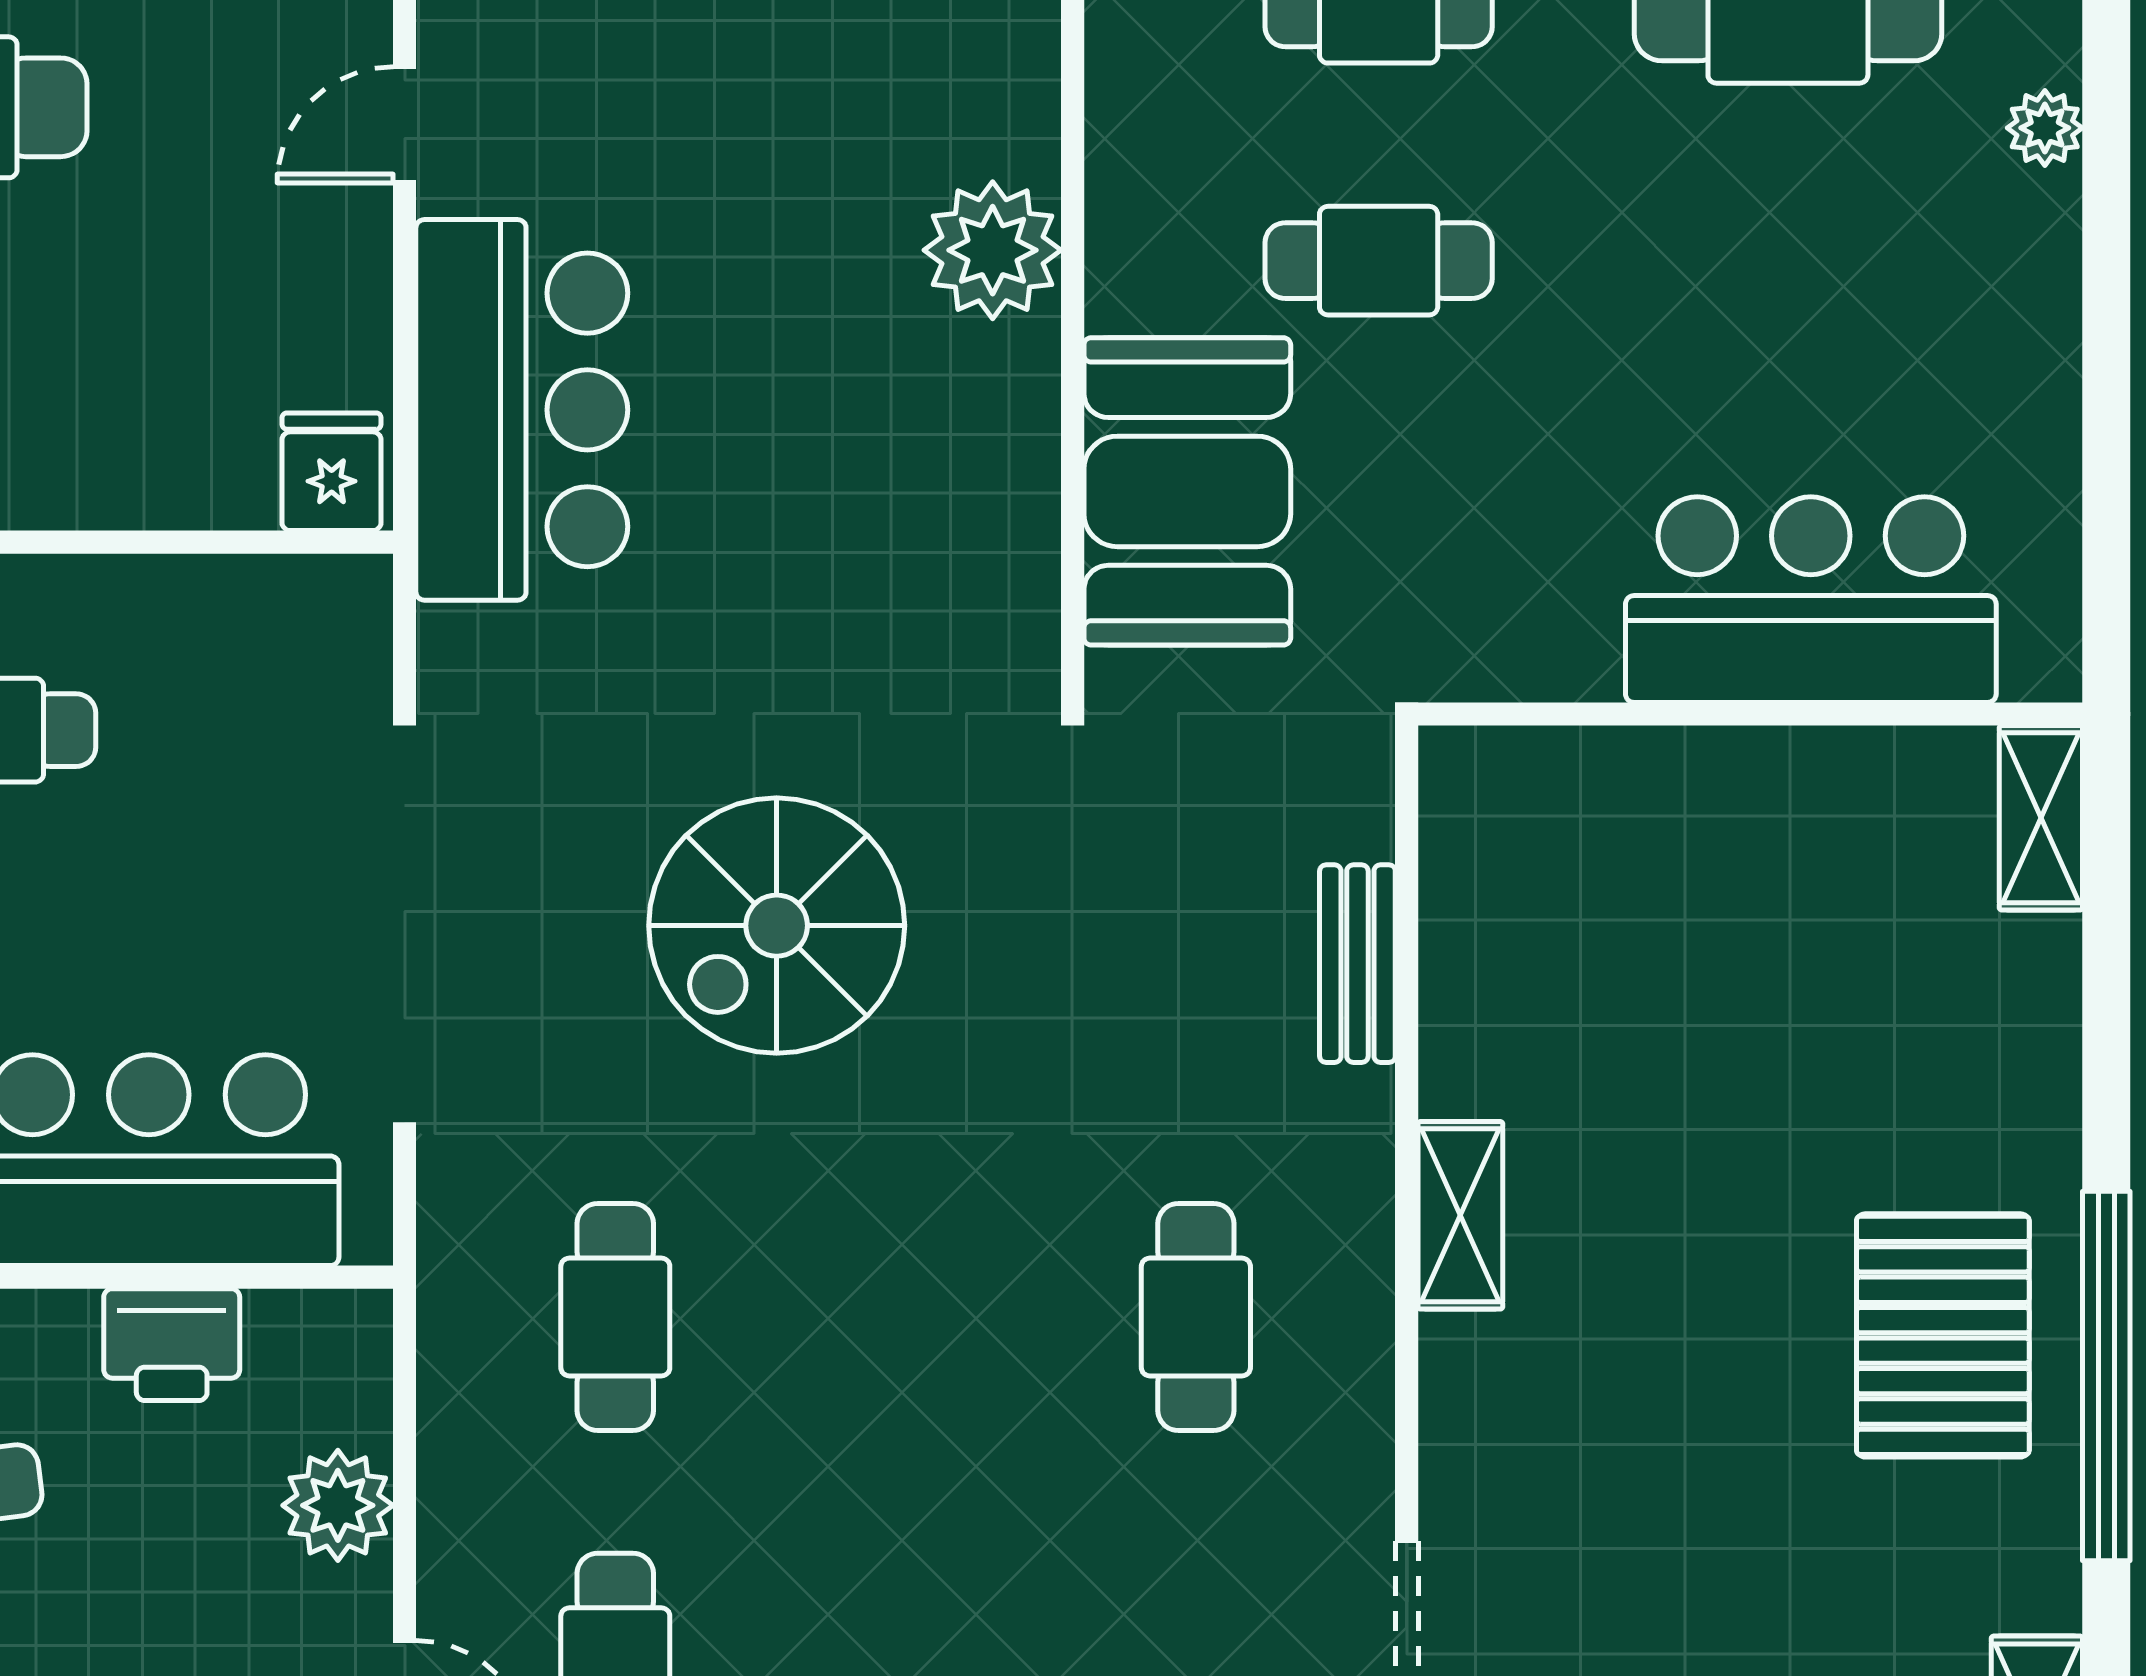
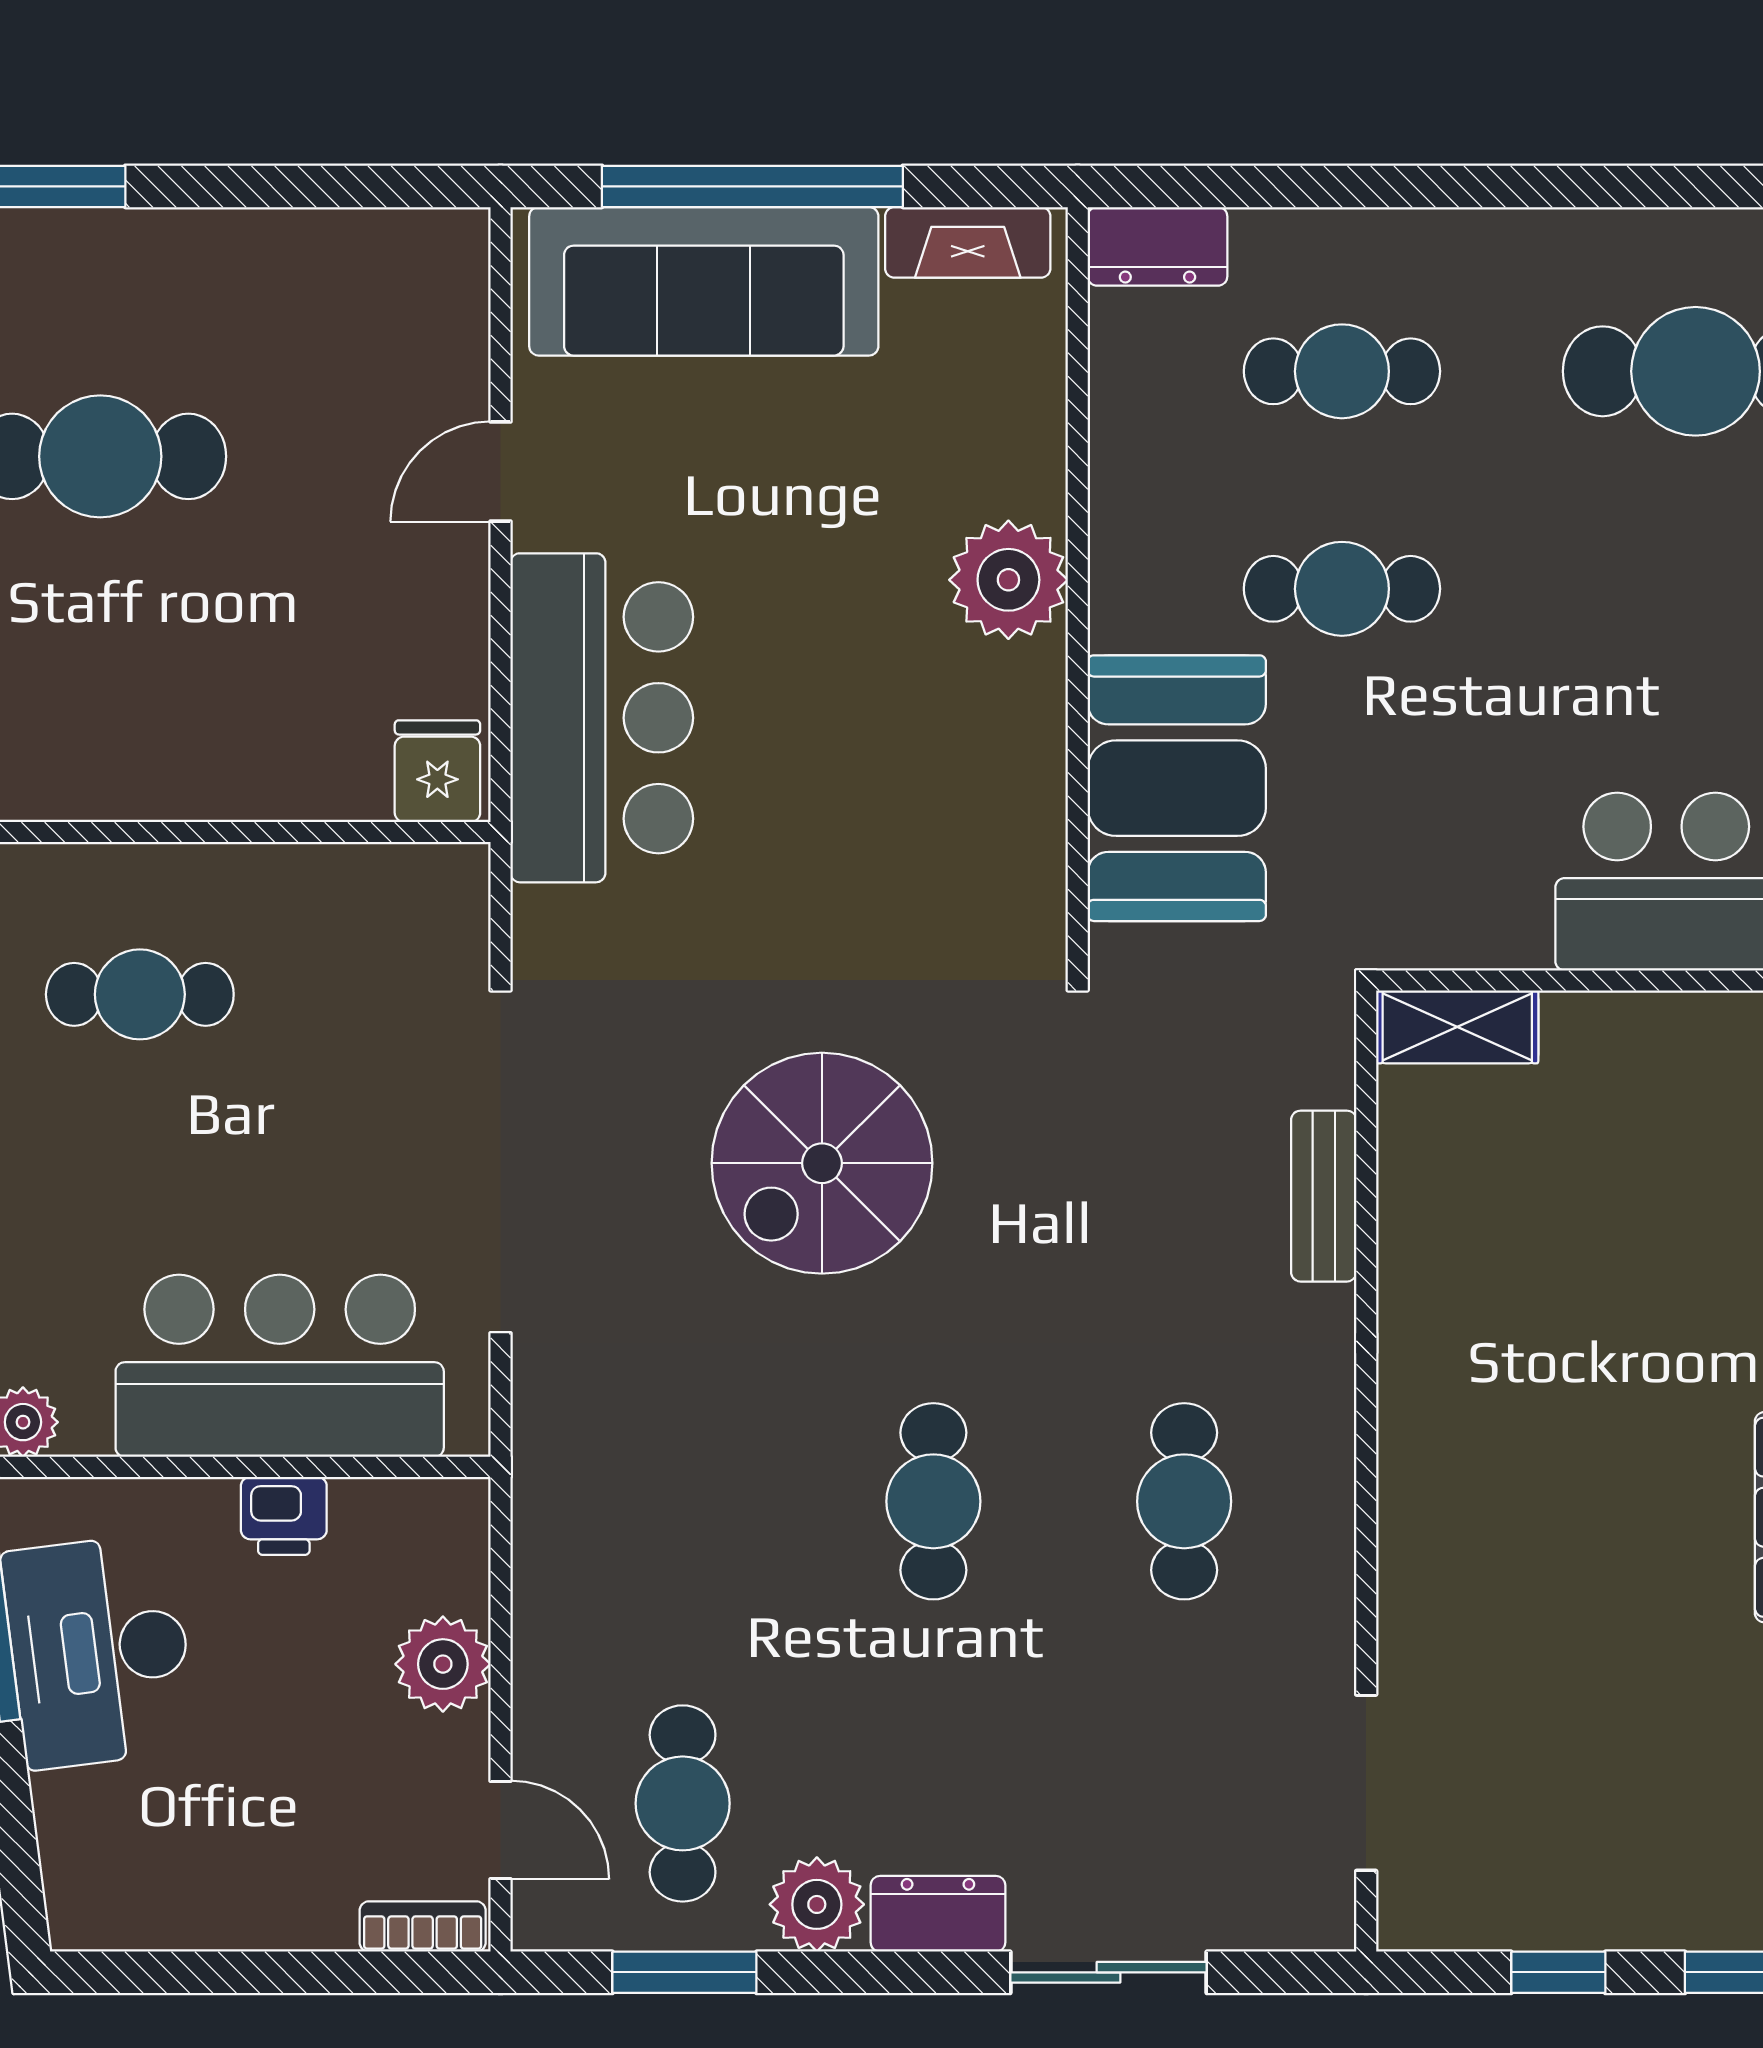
shelving: (1460, 1215) -> (1457, 1027), moved, turned 90
cafe table: (615, 1317) -> (933, 1501), moved
printer: (172, 1345) -> (284, 1516), width x0.73, depth x0.81

